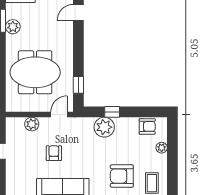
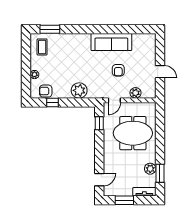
window: (112, 112) -> (53, 102), moved
armchair: (122, 176) -> (65, 52), removed

